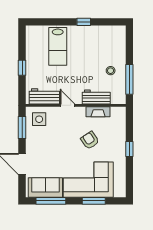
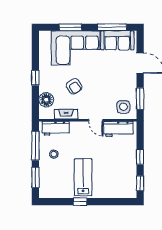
window: (22, 41) -> (140, 183), added
lab bench: (58, 46) -> (83, 177), moved
window: (129, 47) -> (35, 177), added
workbench: (96, 97) -> (56, 128), moved
floor lamp: (118, 126) -> (46, 100), added

